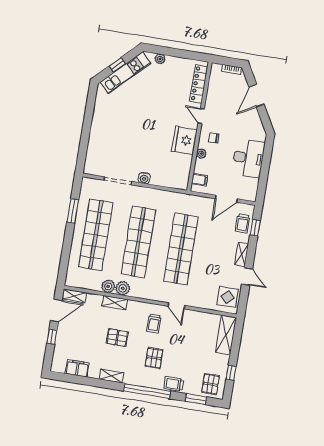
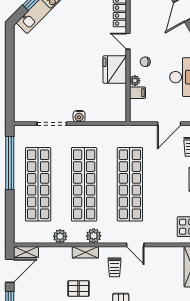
filing cabinet: (200, 180) -> (138, 93), moved
window: (73, 211) -> (10, 163), width x2.11
plant: (123, 288) -> (94, 236), moved
shelving: (115, 303) -> (85, 252), moved

